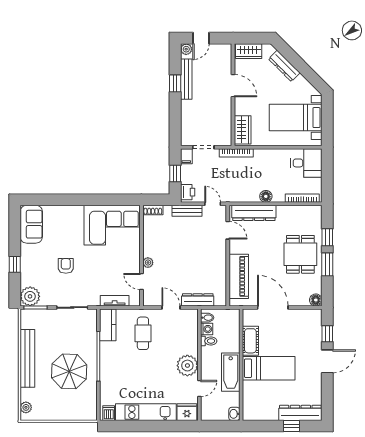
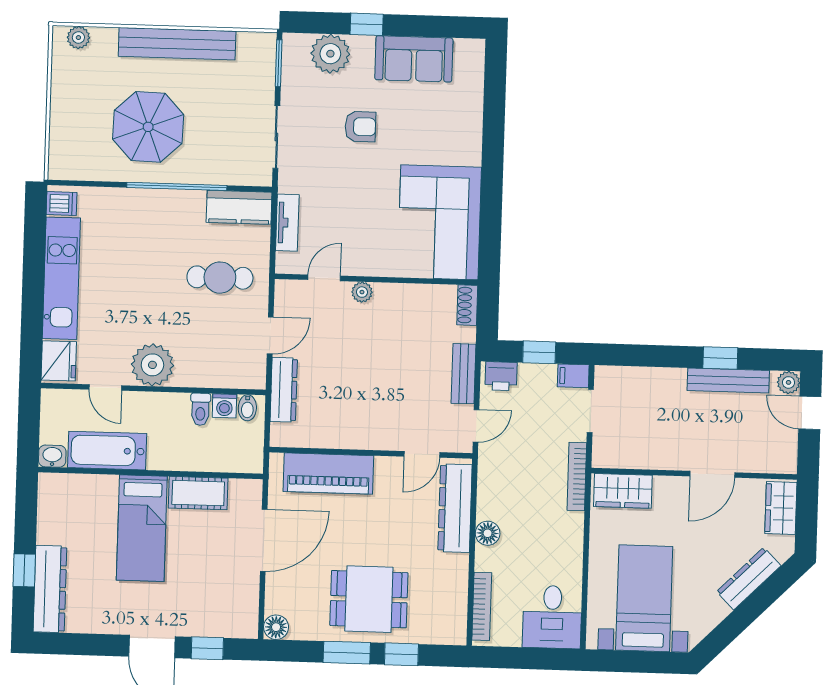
sofa: (31, 224) -> (414, 59), moved
plant: (30, 296) -> (330, 54), moved
bathtub: (231, 372) -> (107, 451), moved

